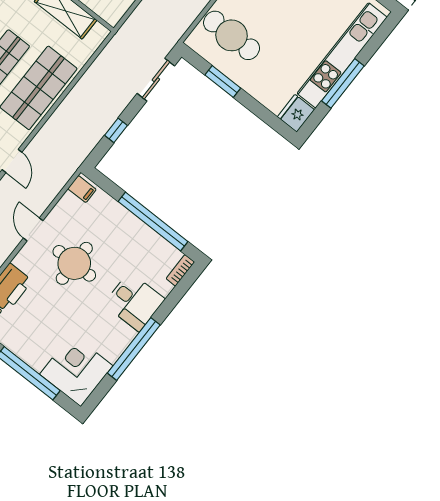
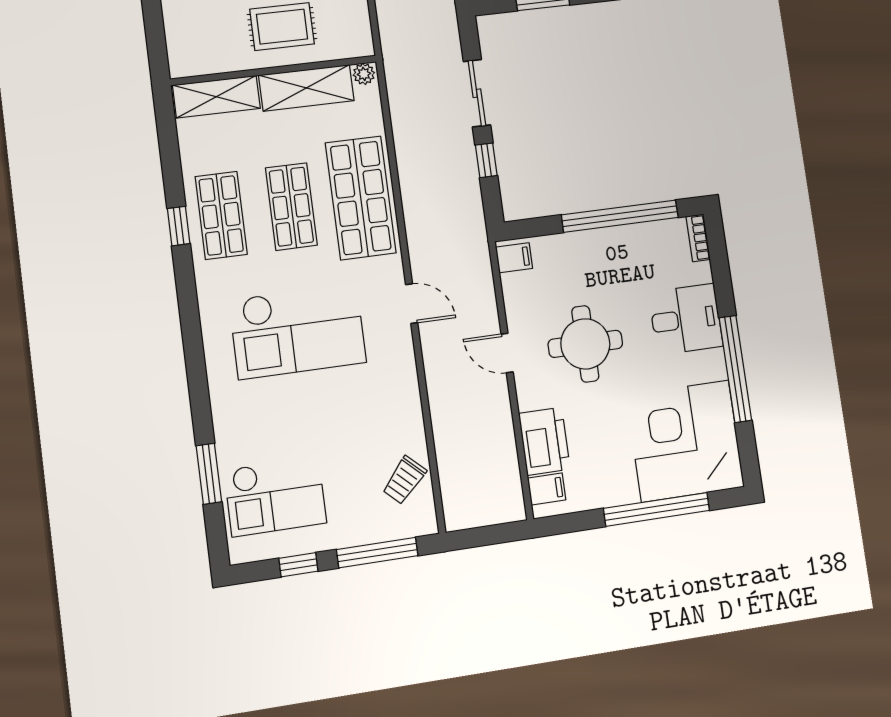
plant: (100, 31) -> (364, 74), added
sliding door: (156, 80) -> (477, 93), moved
corner desk: (76, 370) -> (685, 441), width x1.36, depth x1.36

